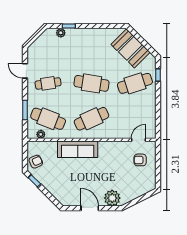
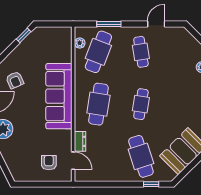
cafe table: (91, 83) -> (141, 104), width x0.73, depth x0.74
cafe table: (91, 119) -> (98, 104), turned 33
dresser: (122, 134) -> (80, 141), added
sofa: (78, 149) -> (59, 96), width x1.36, depth x1.27
armchair: (36, 162) -> (15, 80), moved

